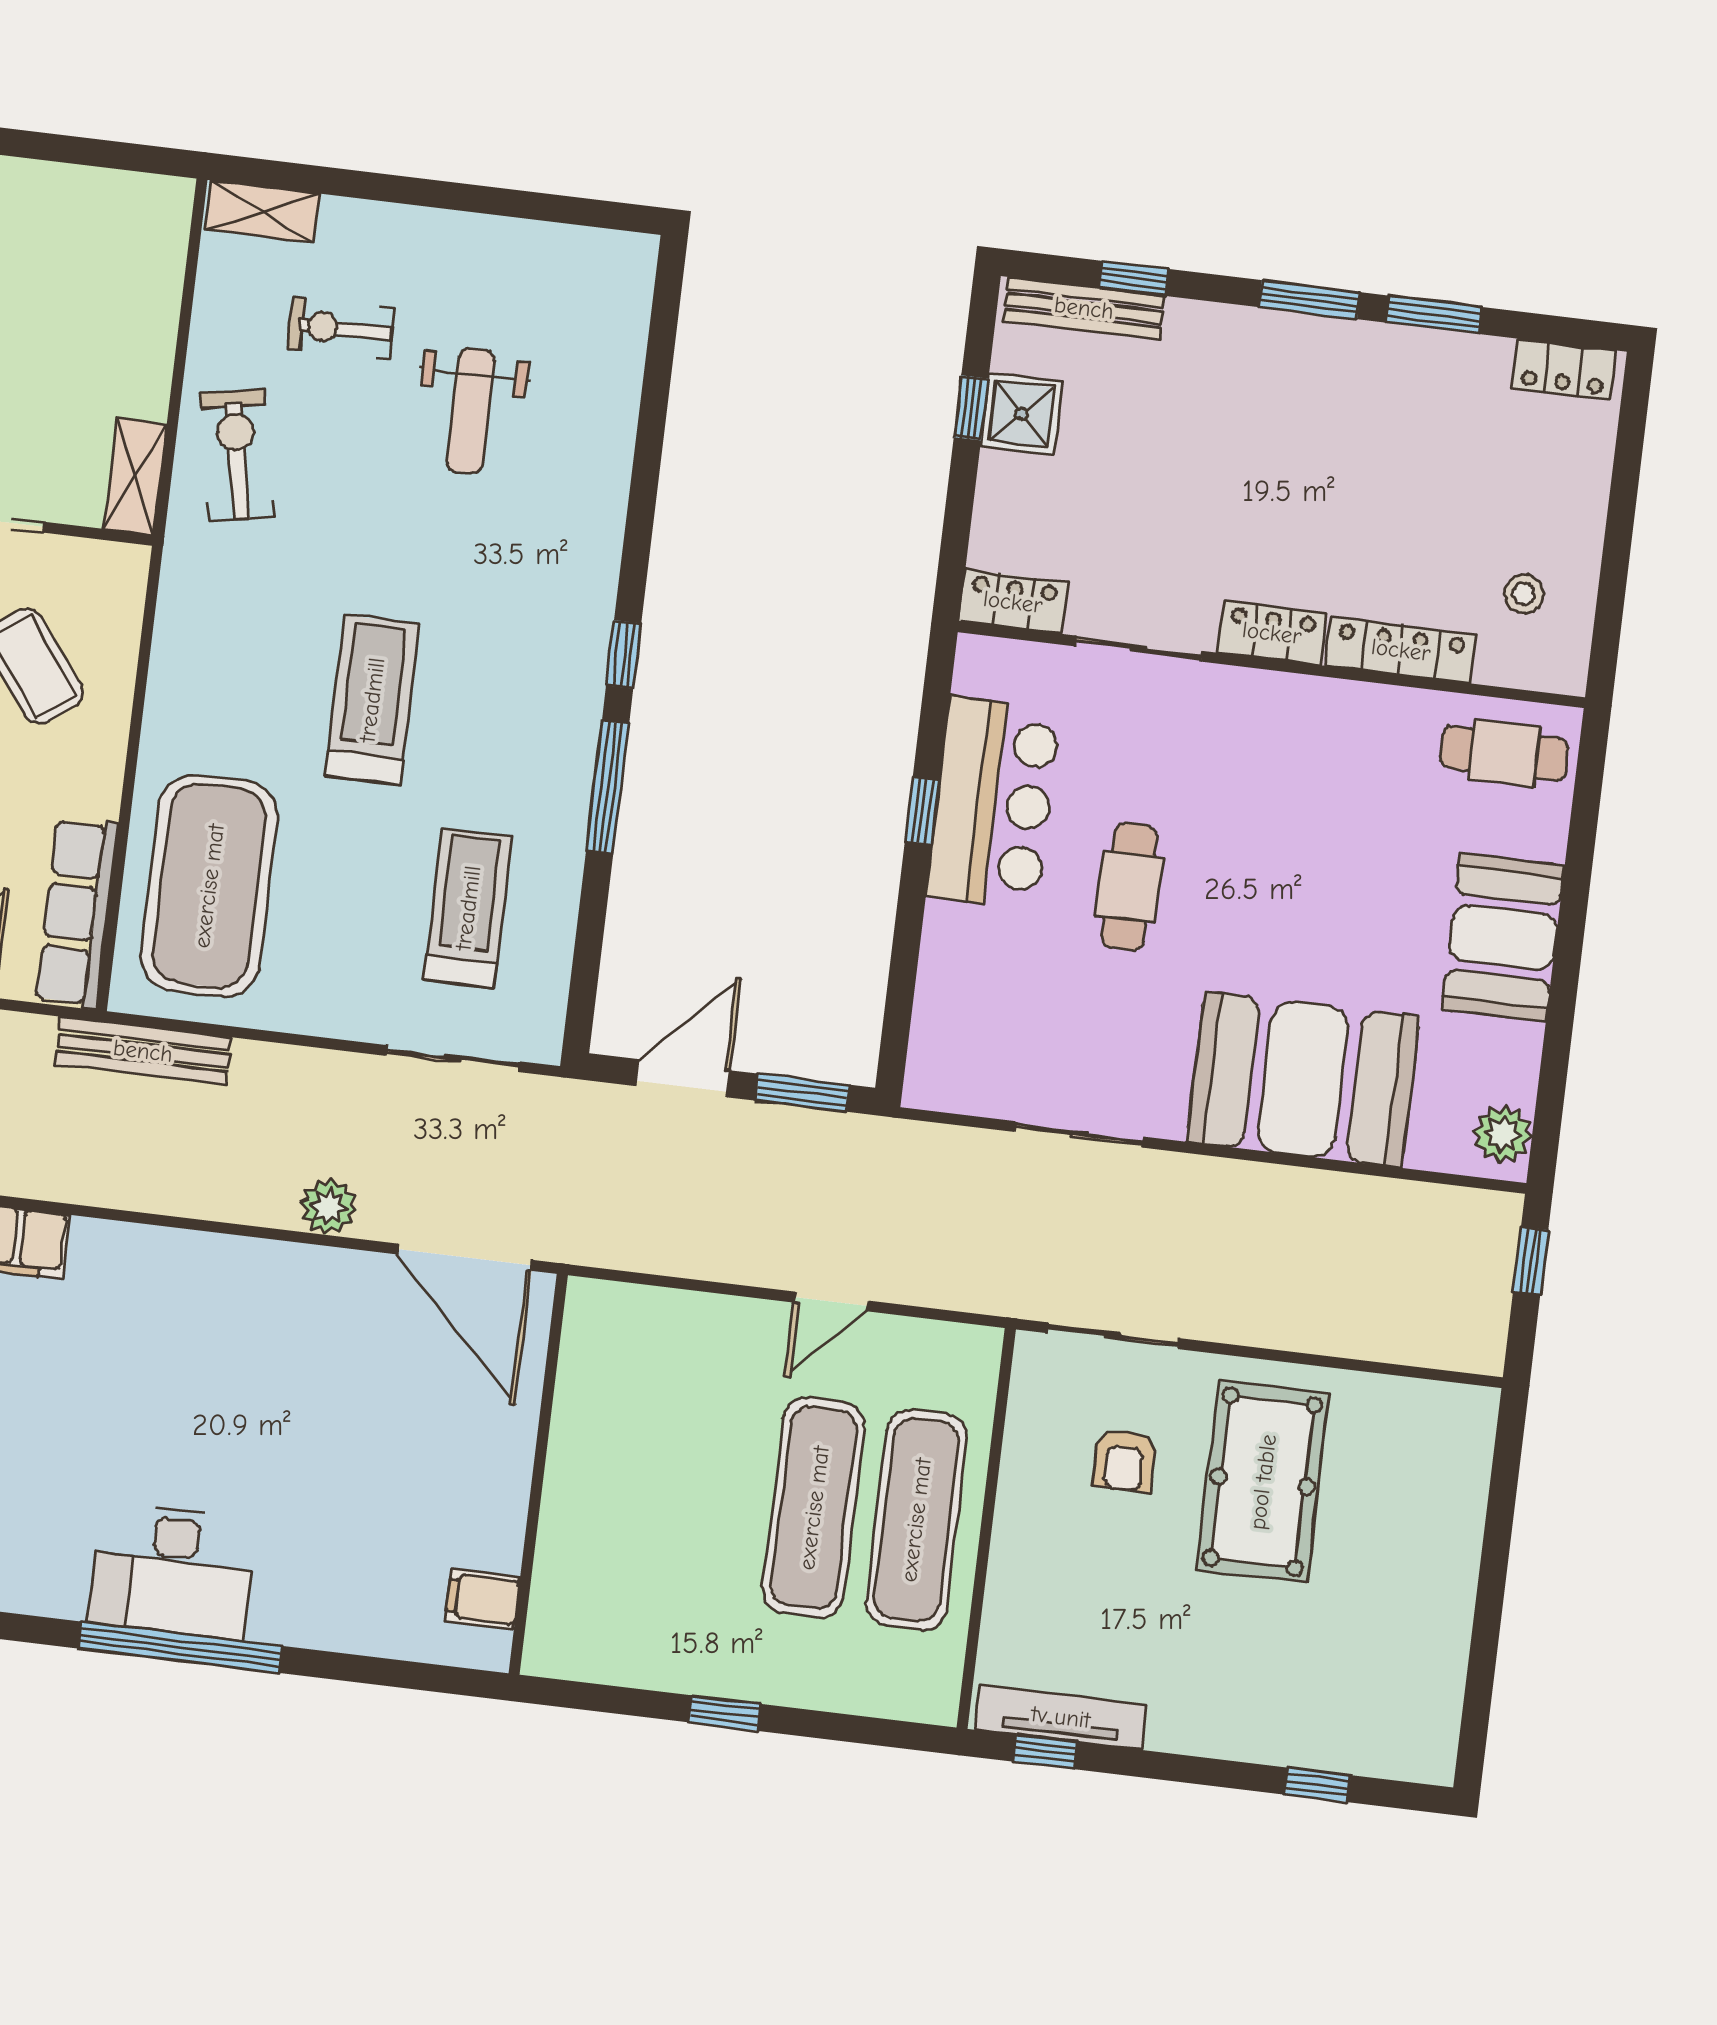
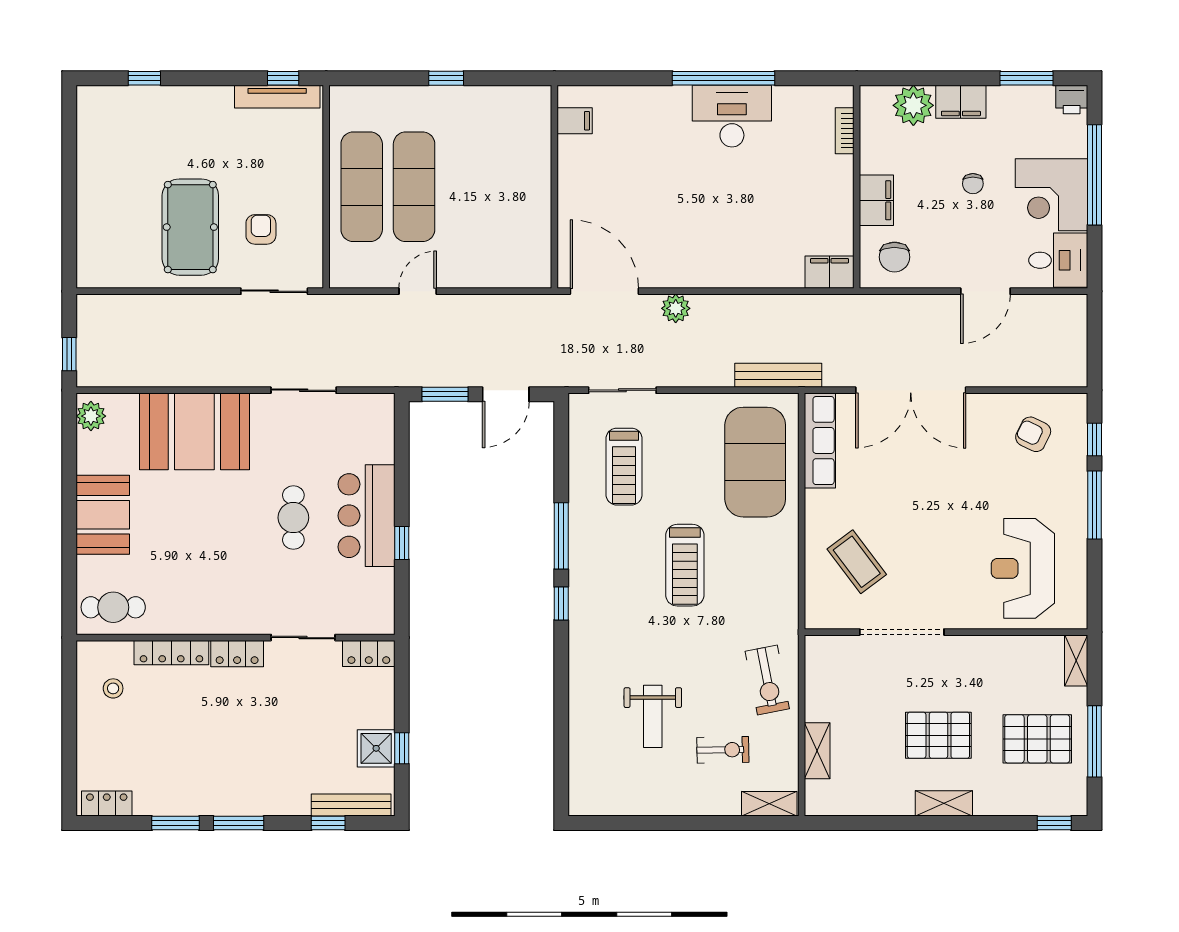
weight bench: (471, 411) -> (653, 716), turned 180
shelving: (135, 476) -> (817, 751), moved
bar counter: (993, 803) -> (367, 516), moved

